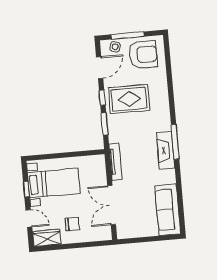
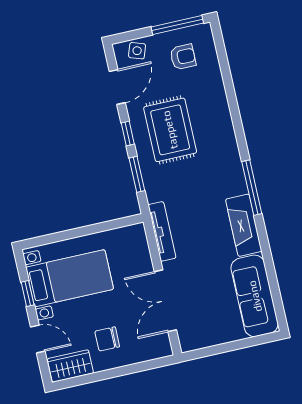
window: (128, 35) -> (177, 25), moved
armchair: (143, 55) -> (183, 57), width x0.53, depth x0.53
rug: (129, 99) -> (170, 130), turned 90
fireplace: (166, 150) -> (244, 225), moved
chair: (72, 224) -> (107, 339), turned 180

